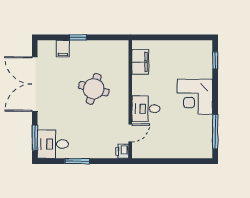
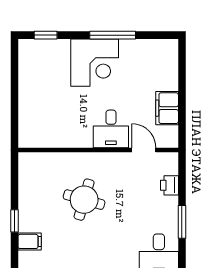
filing cabinet: (140, 62) -> (167, 108), moved, turned -90
window: (215, 132) -> (113, 35), moved
printer: (122, 151) -> (169, 185), moved, turned 90

